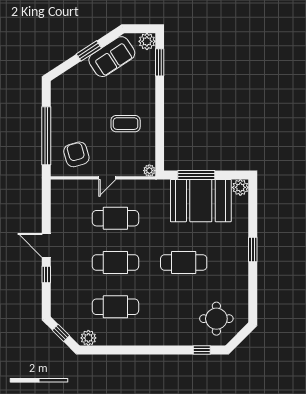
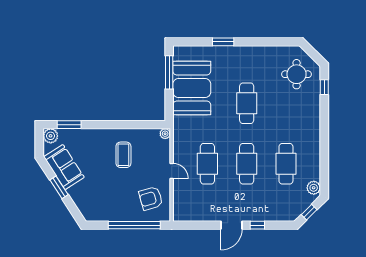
window: (196, 175) -> (169, 72), moved
plant: (240, 187) -> (180, 53), removed
window: (253, 249) -> (223, 42), moved

